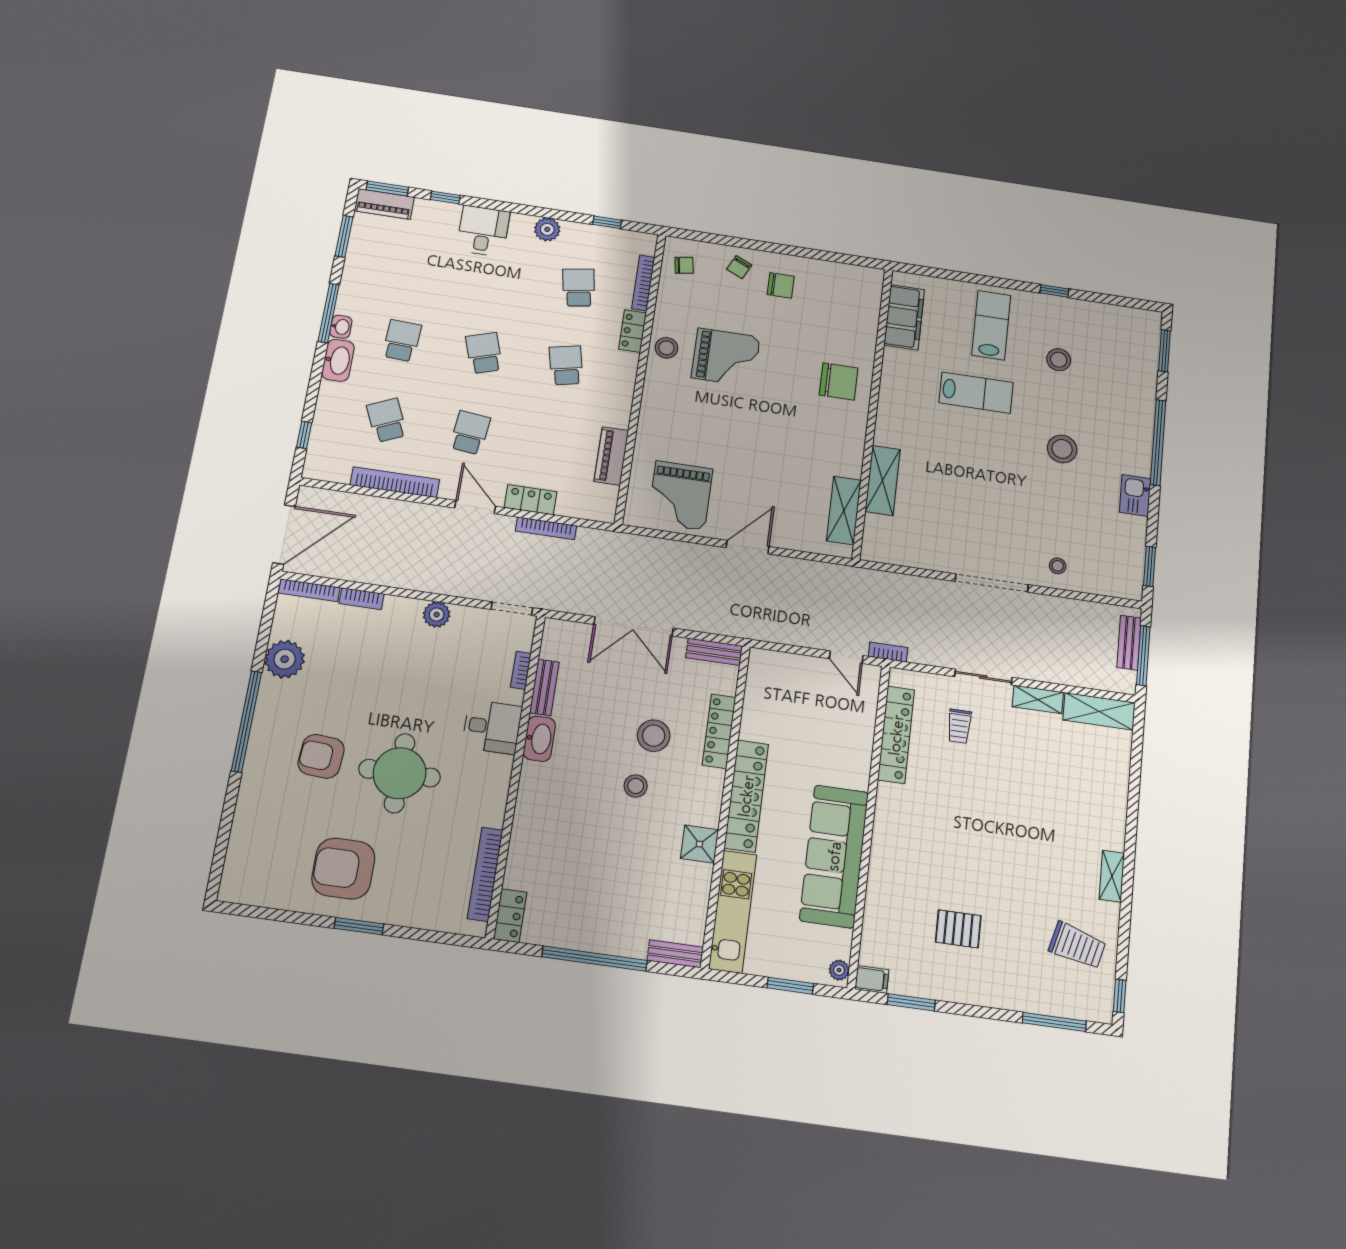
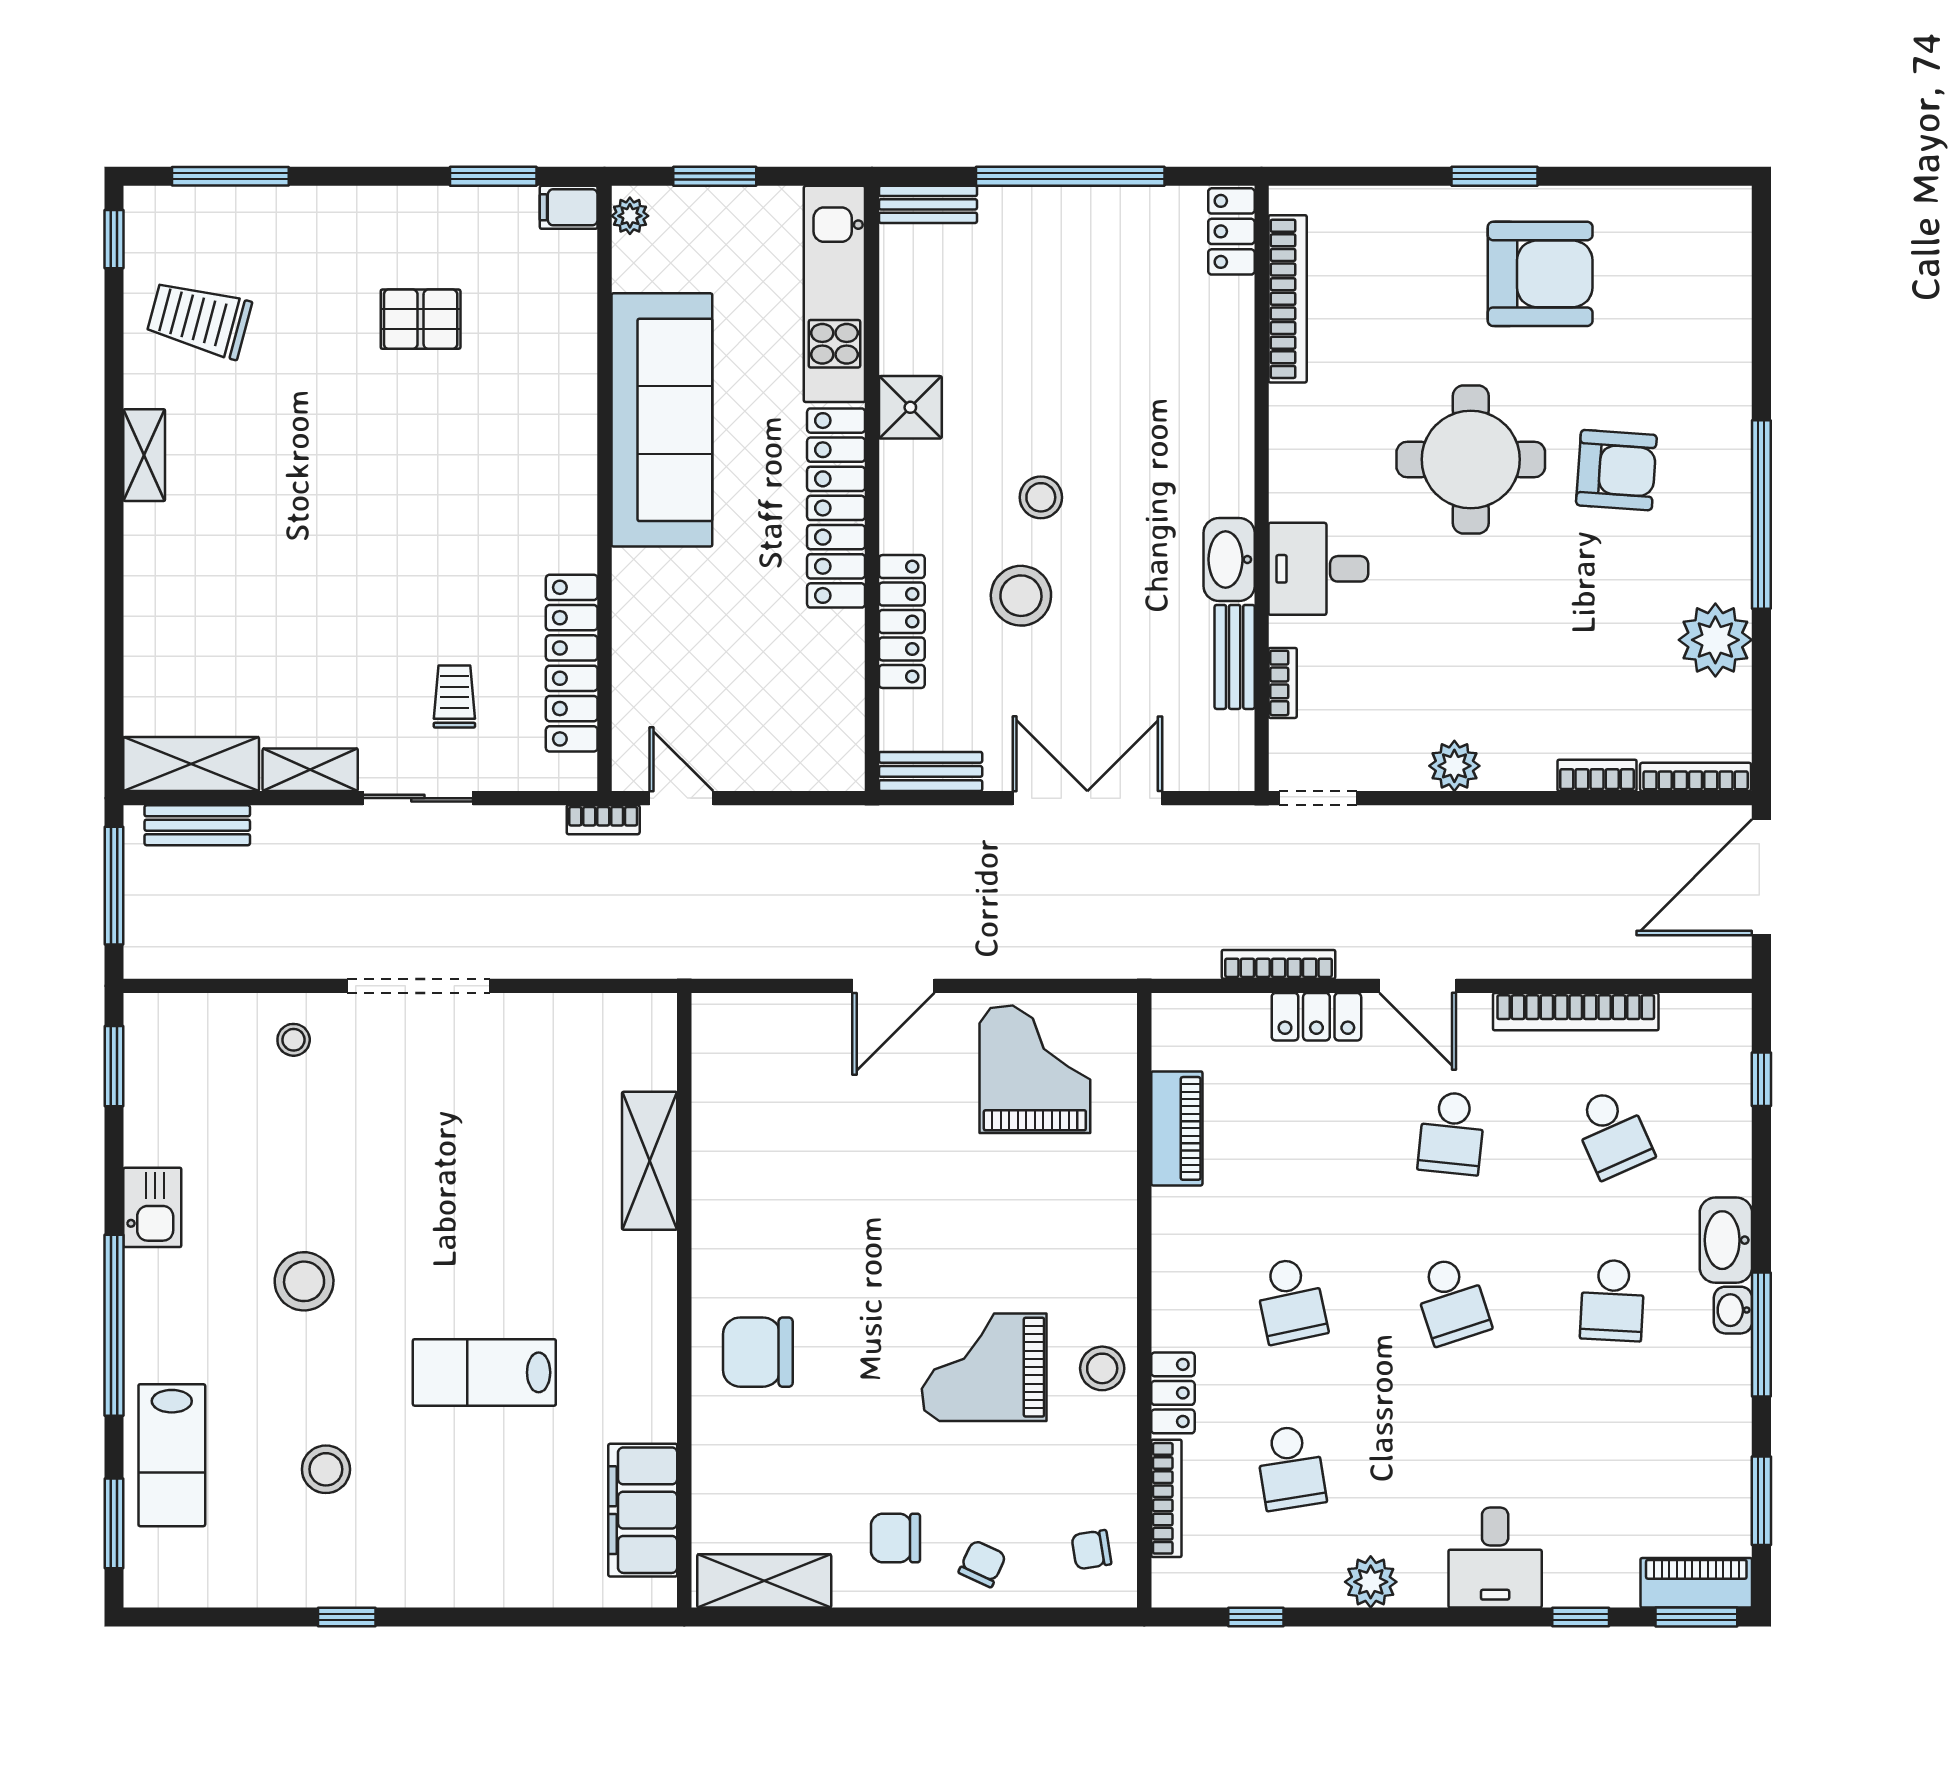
lab bench: (991, 325) -> (172, 1455), moved
shelving: (844, 510) -> (764, 1581), moved, turned 90
bench: (1129, 643) -> (197, 825), moved, turned 90

